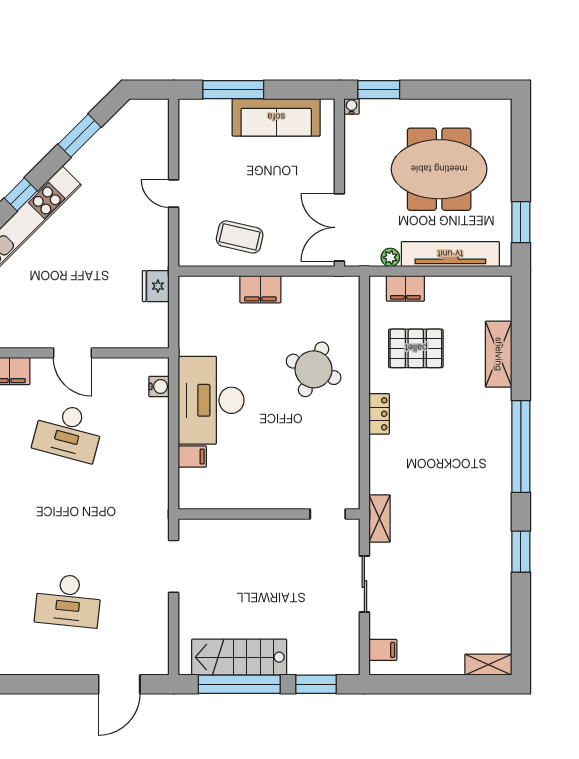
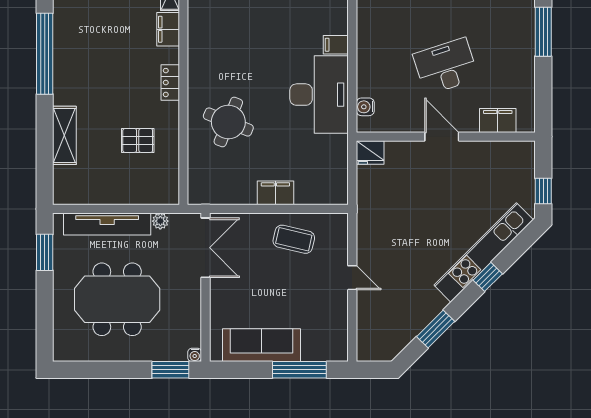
fridge: (156, 286) -> (370, 152), moved, turned 90
filing cabinet: (405, 288) -> (168, 29), moved, turned -90
pallet: (416, 348) -> (138, 140), width x0.67, depth x0.71
desk: (68, 432) -> (446, 66), turned -33

